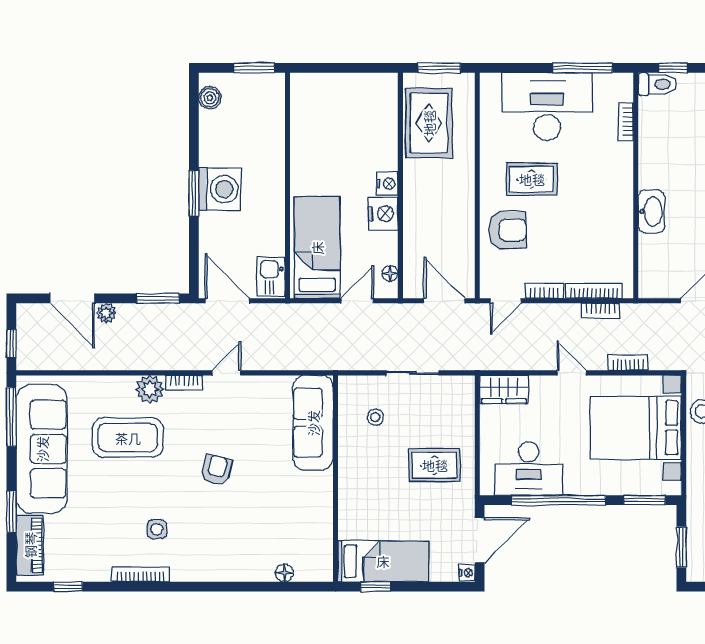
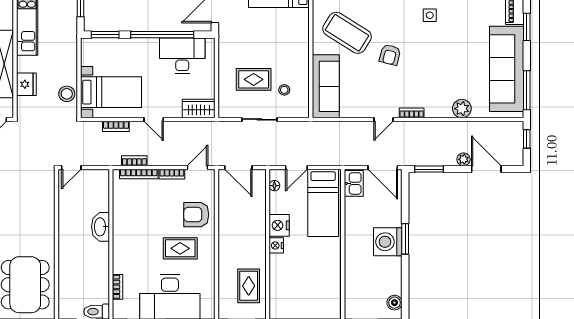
rug: (429, 123) -> (249, 286), width x0.73, depth x0.70
plant: (150, 389) -> (462, 109), moved
bed with nightstands: (636, 428) -> (111, 92), width x0.73
coffee table: (128, 438) -> (347, 33), moved, turned 32
rug: (435, 465) -> (254, 79), moved

